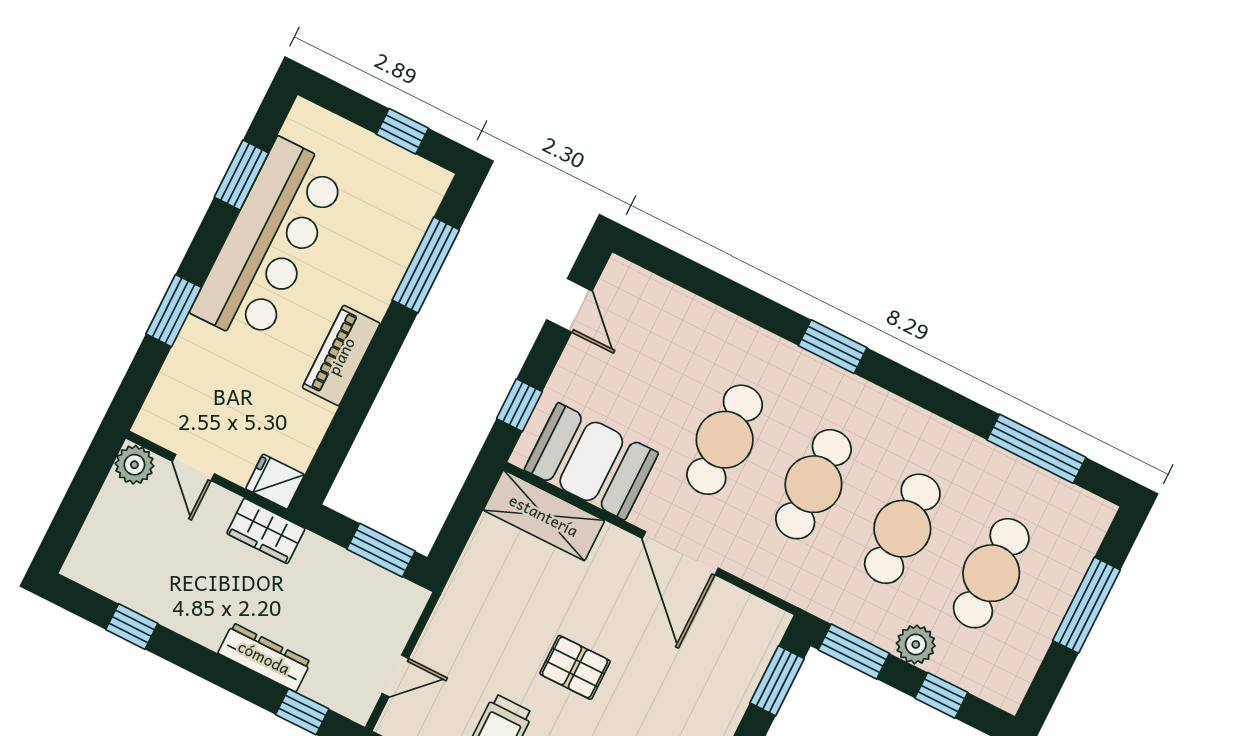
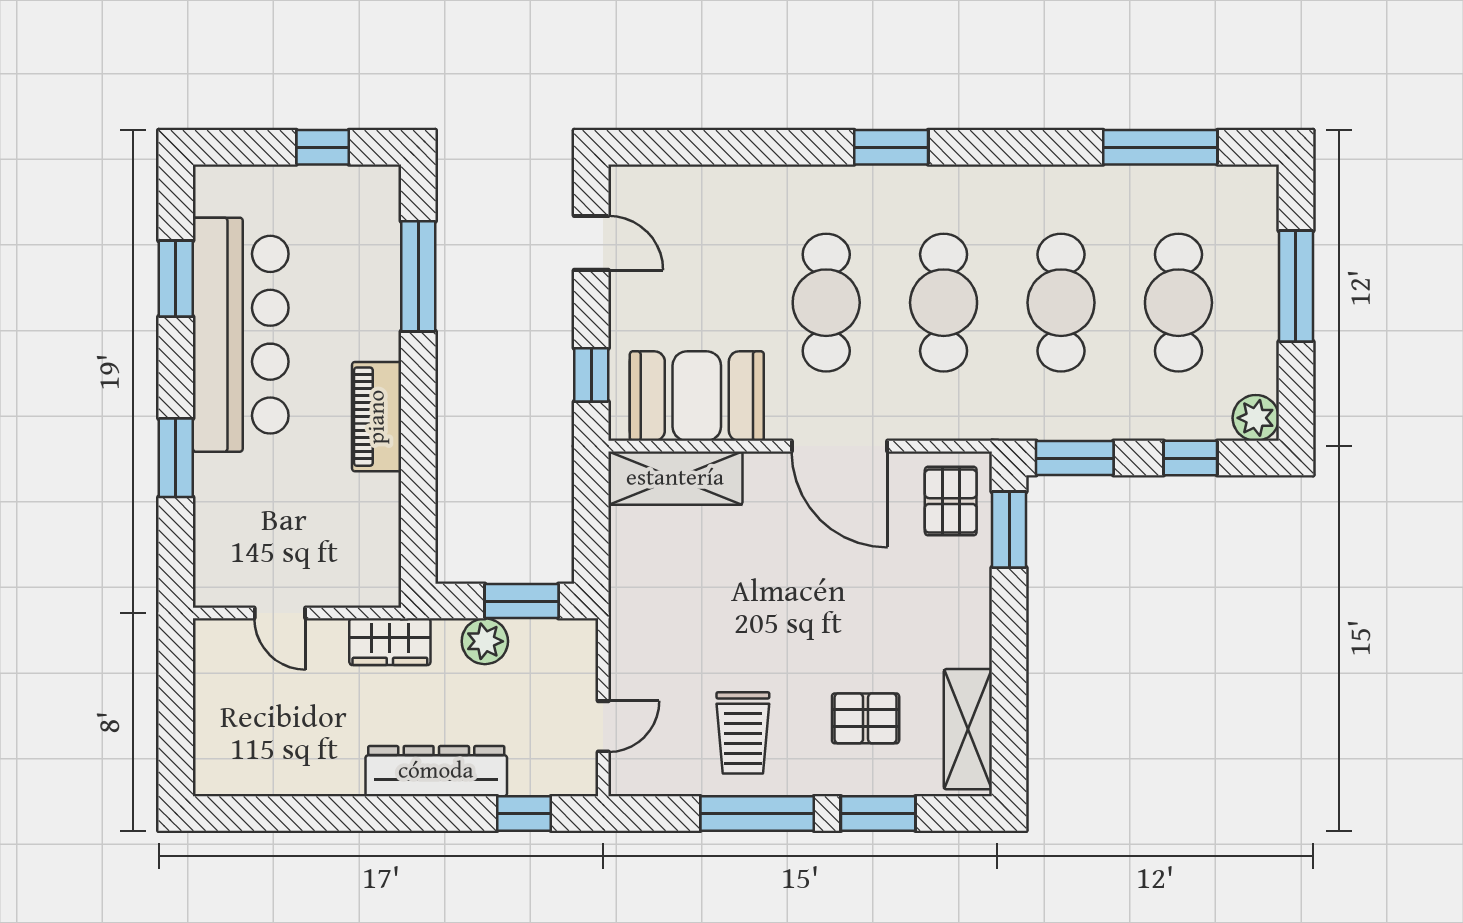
plant: (134, 465) -> (485, 641), moved
fridge: (275, 482) -> (373, 585), removed
window: (132, 626) -> (299, 813), removed
plant: (916, 644) -> (1256, 418), moved
dresser: (264, 657) -> (436, 771), width x1.37, depth x1.24
pallet: (575, 667) -> (951, 501), moved, turned 90

